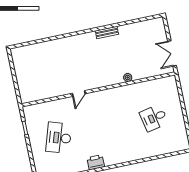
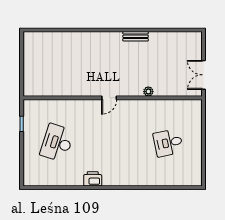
door: (79, 93) -> (109, 98), moved

